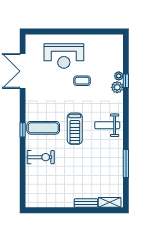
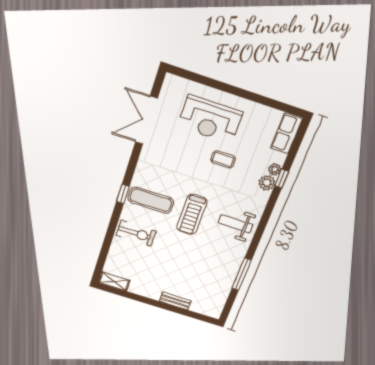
row of seats: (117, 48) -> (286, 133), added
shelving: (110, 202) -> (114, 281), moved

